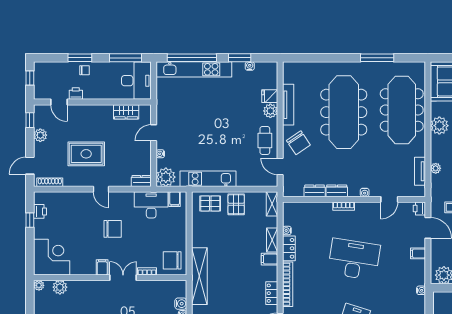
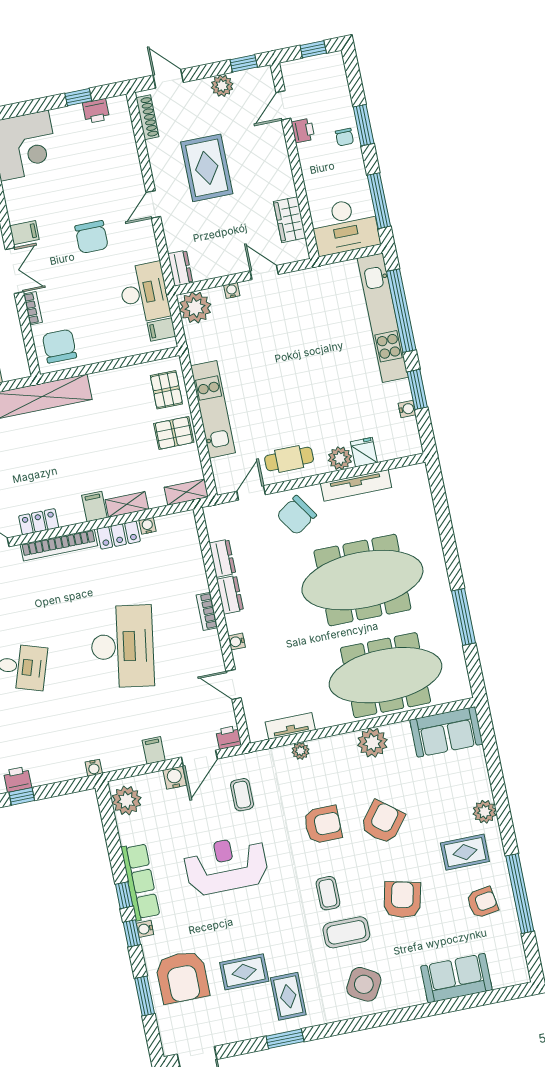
kitchen unit: (208, 179) -> (213, 409), moved
water cooler: (436, 245) -> (175, 778), added

